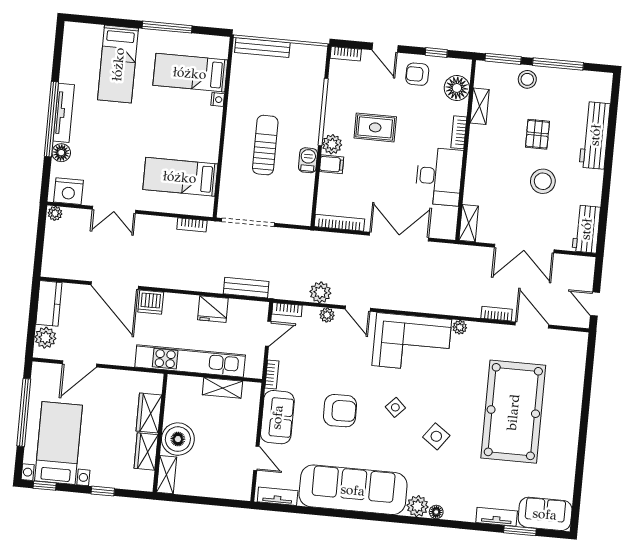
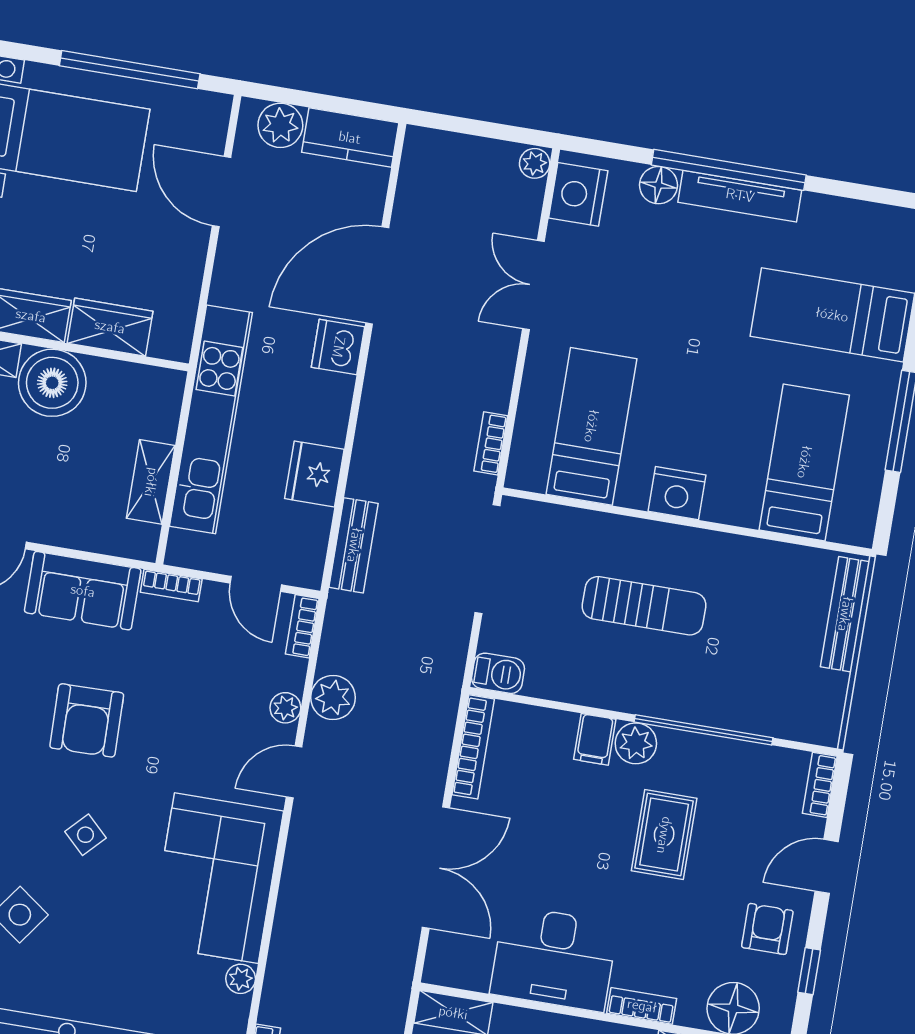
nightstand: (218, 99) -> (677, 493), moved, width x1.89, depth x1.79
barbecue: (308, 160) -> (498, 673), moved

